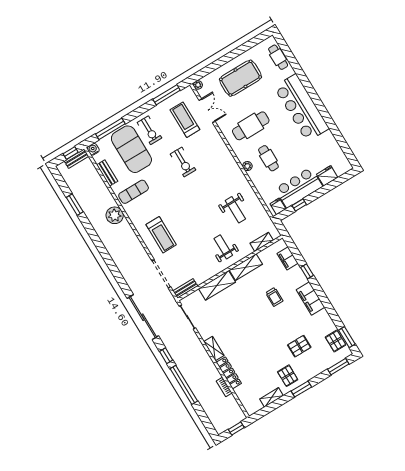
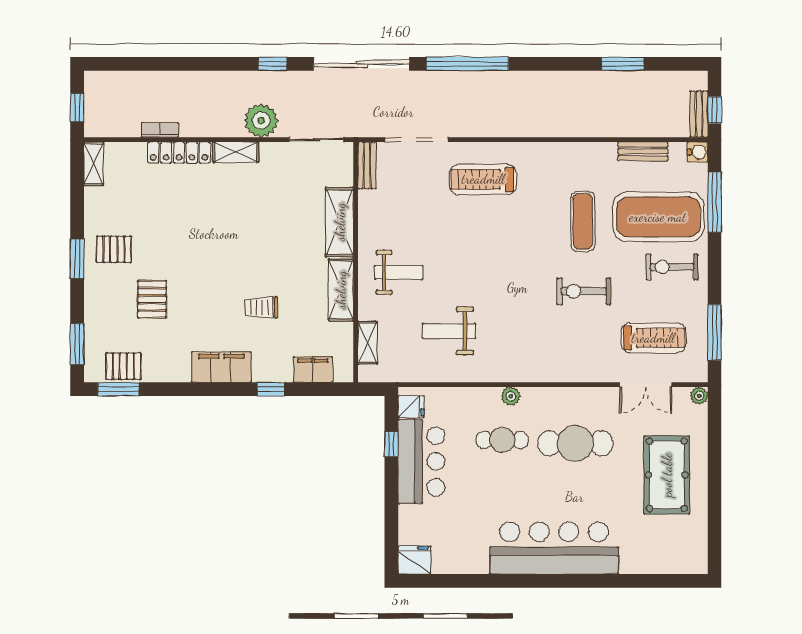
cafe table: (278, 57) -> (664, 560), removed
cafe table: (251, 126) -> (575, 443), turned 90
fridge: (327, 176) -> (414, 560), moved, turned -90
exercise mat: (134, 192) -> (583, 221), moved
plant: (115, 215) -> (261, 121), moved
window: (184, 385) -> (467, 64), moved
shelving: (272, 397) -> (94, 164), moved

